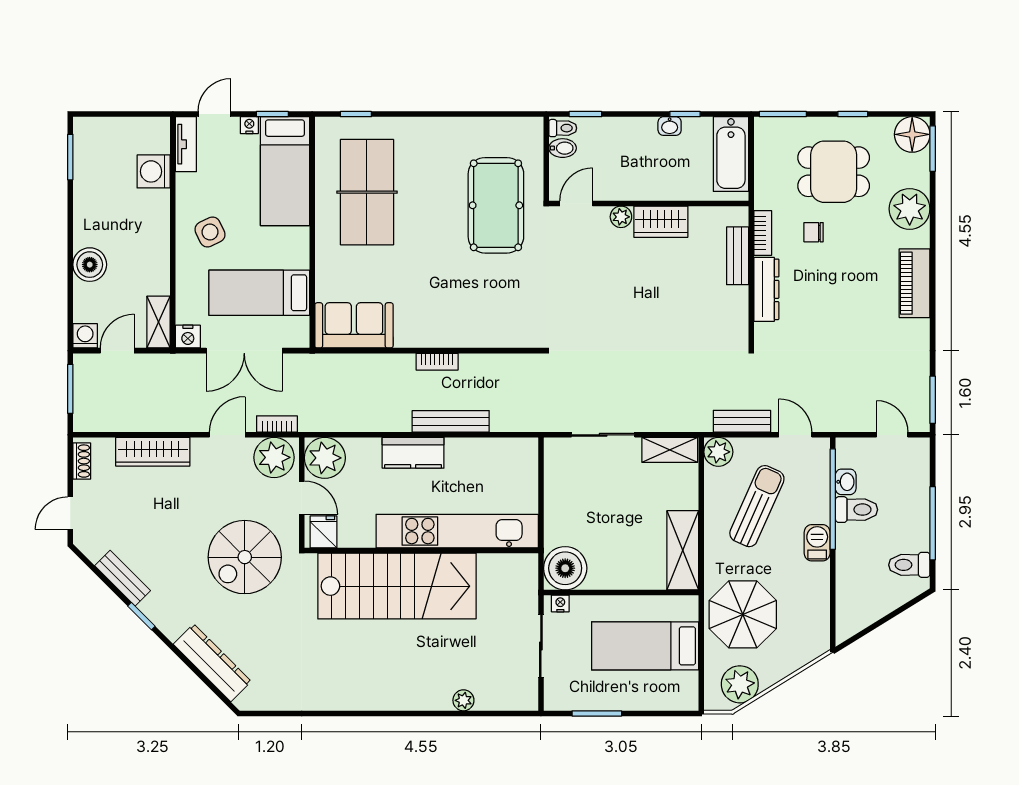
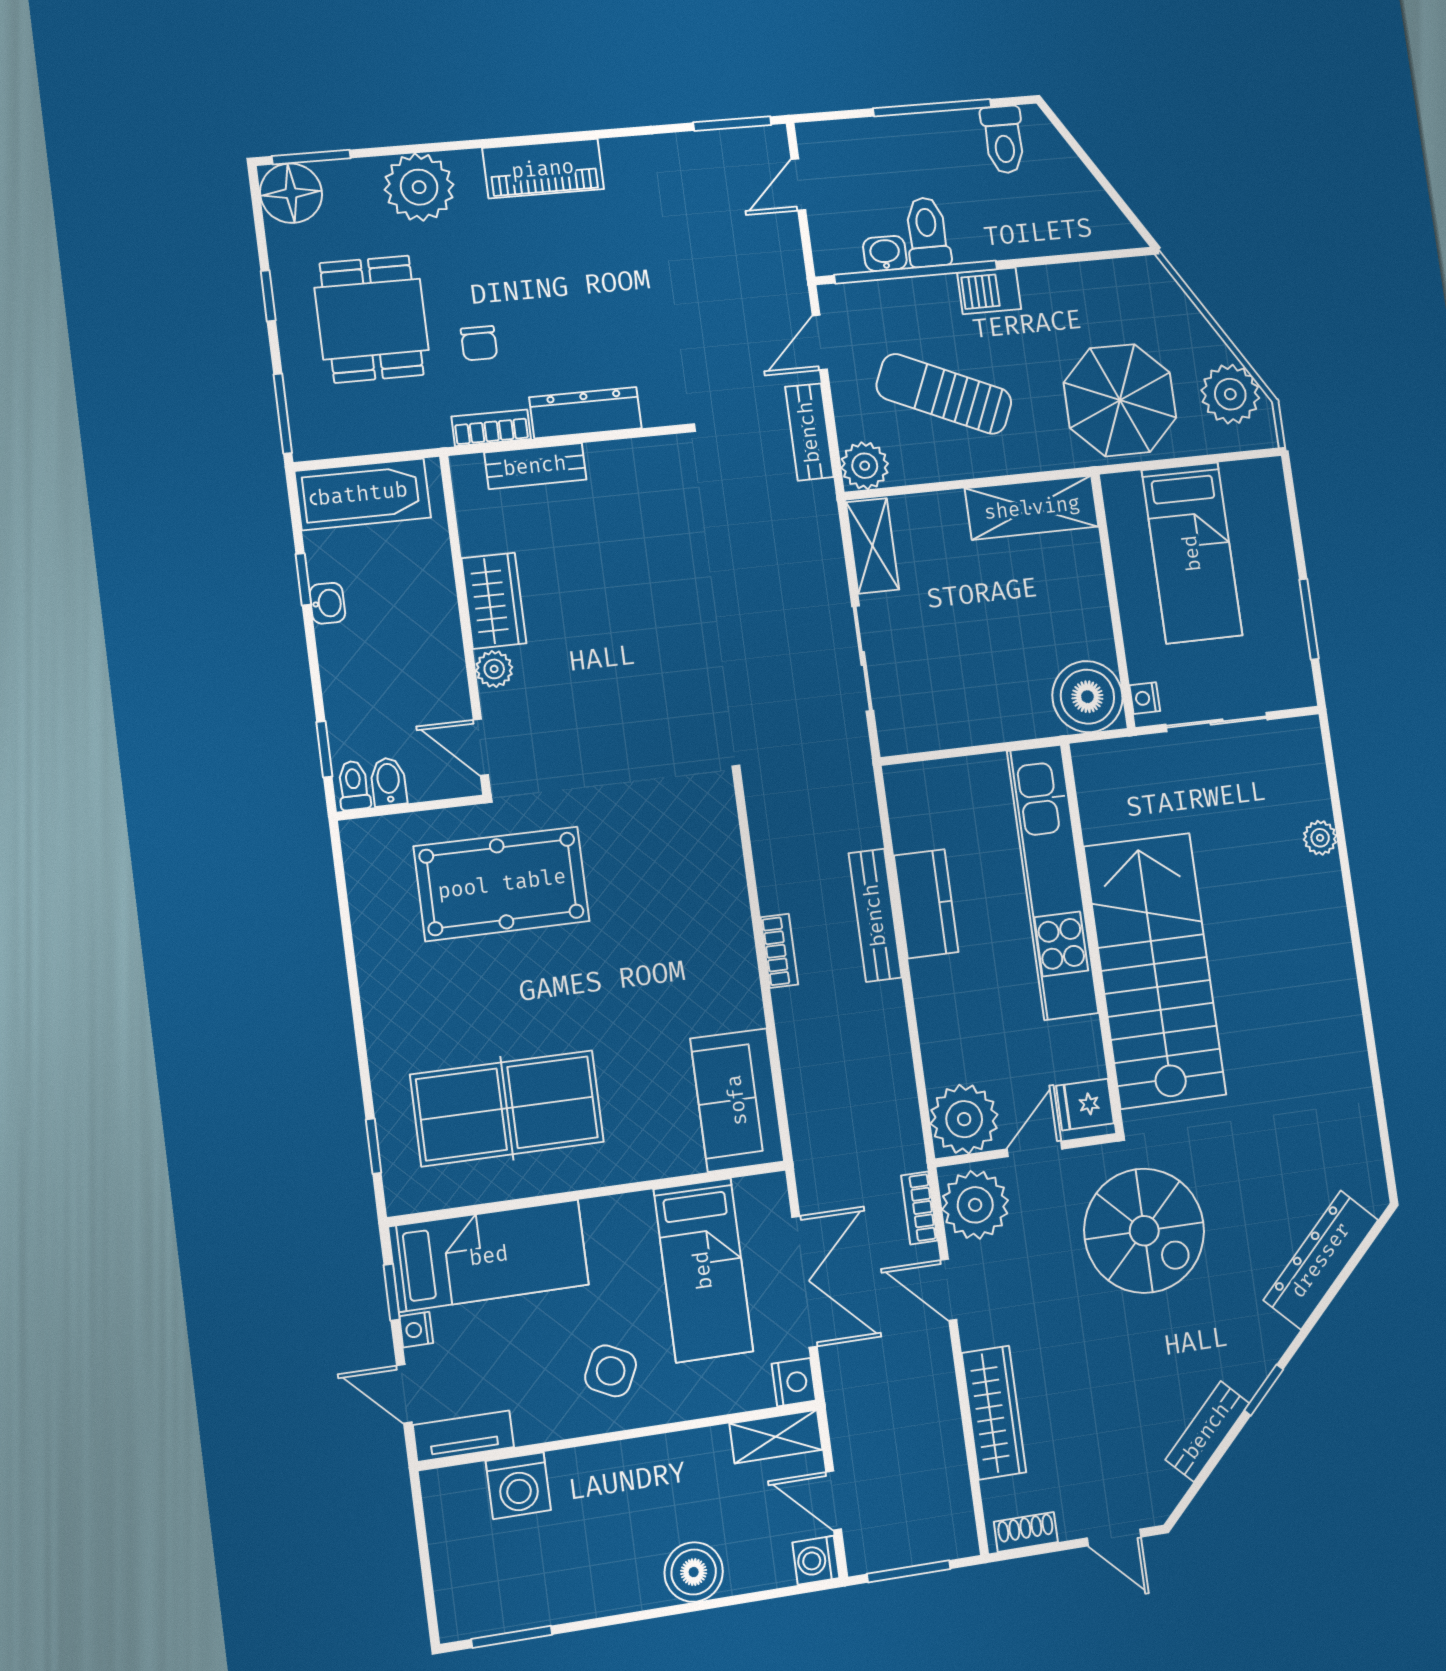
side table: (210, 232) -> (611, 1371), turned -38
kitchen counter: (413, 453) -> (926, 904), moved

